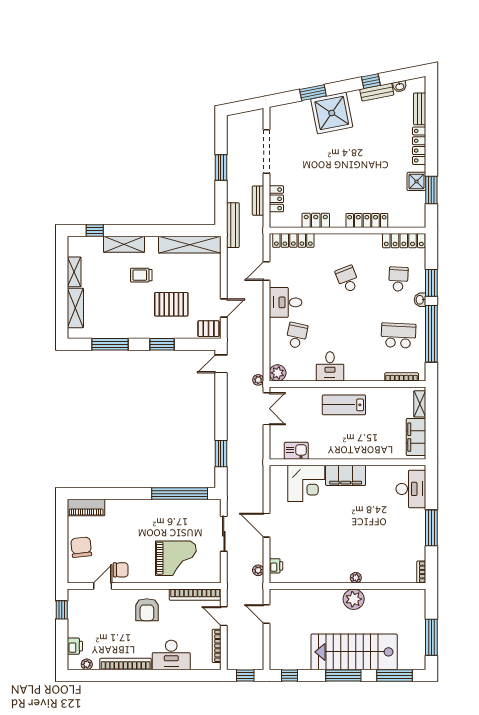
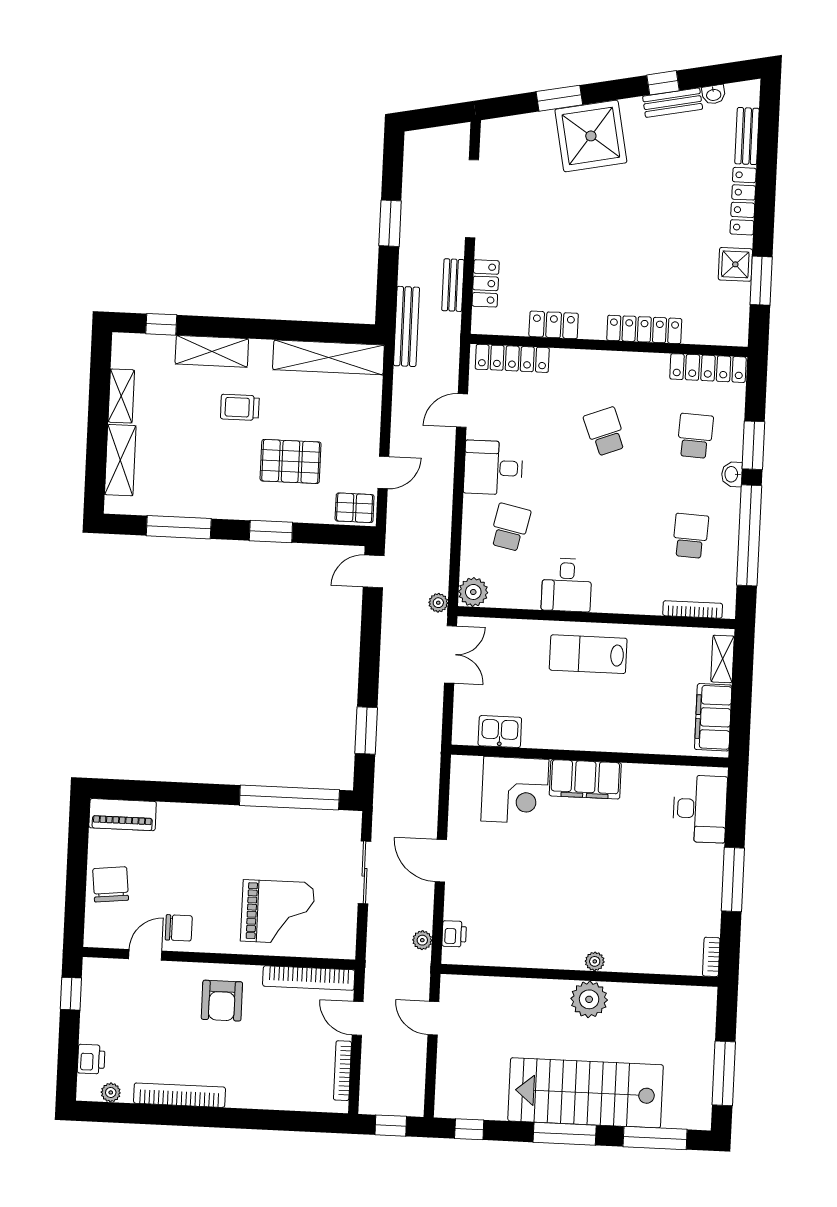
school desk: (398, 335) -> (690, 536), width x0.54
desk: (171, 655) -> (261, 1083), removed

